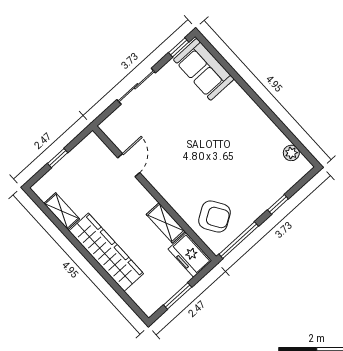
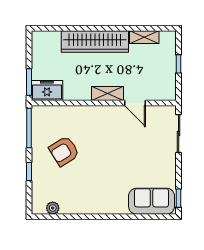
sliding door: (136, 86) -> (179, 134), moved
armchair: (214, 217) -> (64, 151), moved
shelving: (166, 223) -> (107, 93), moved
window: (178, 296) -> (29, 82), moved

